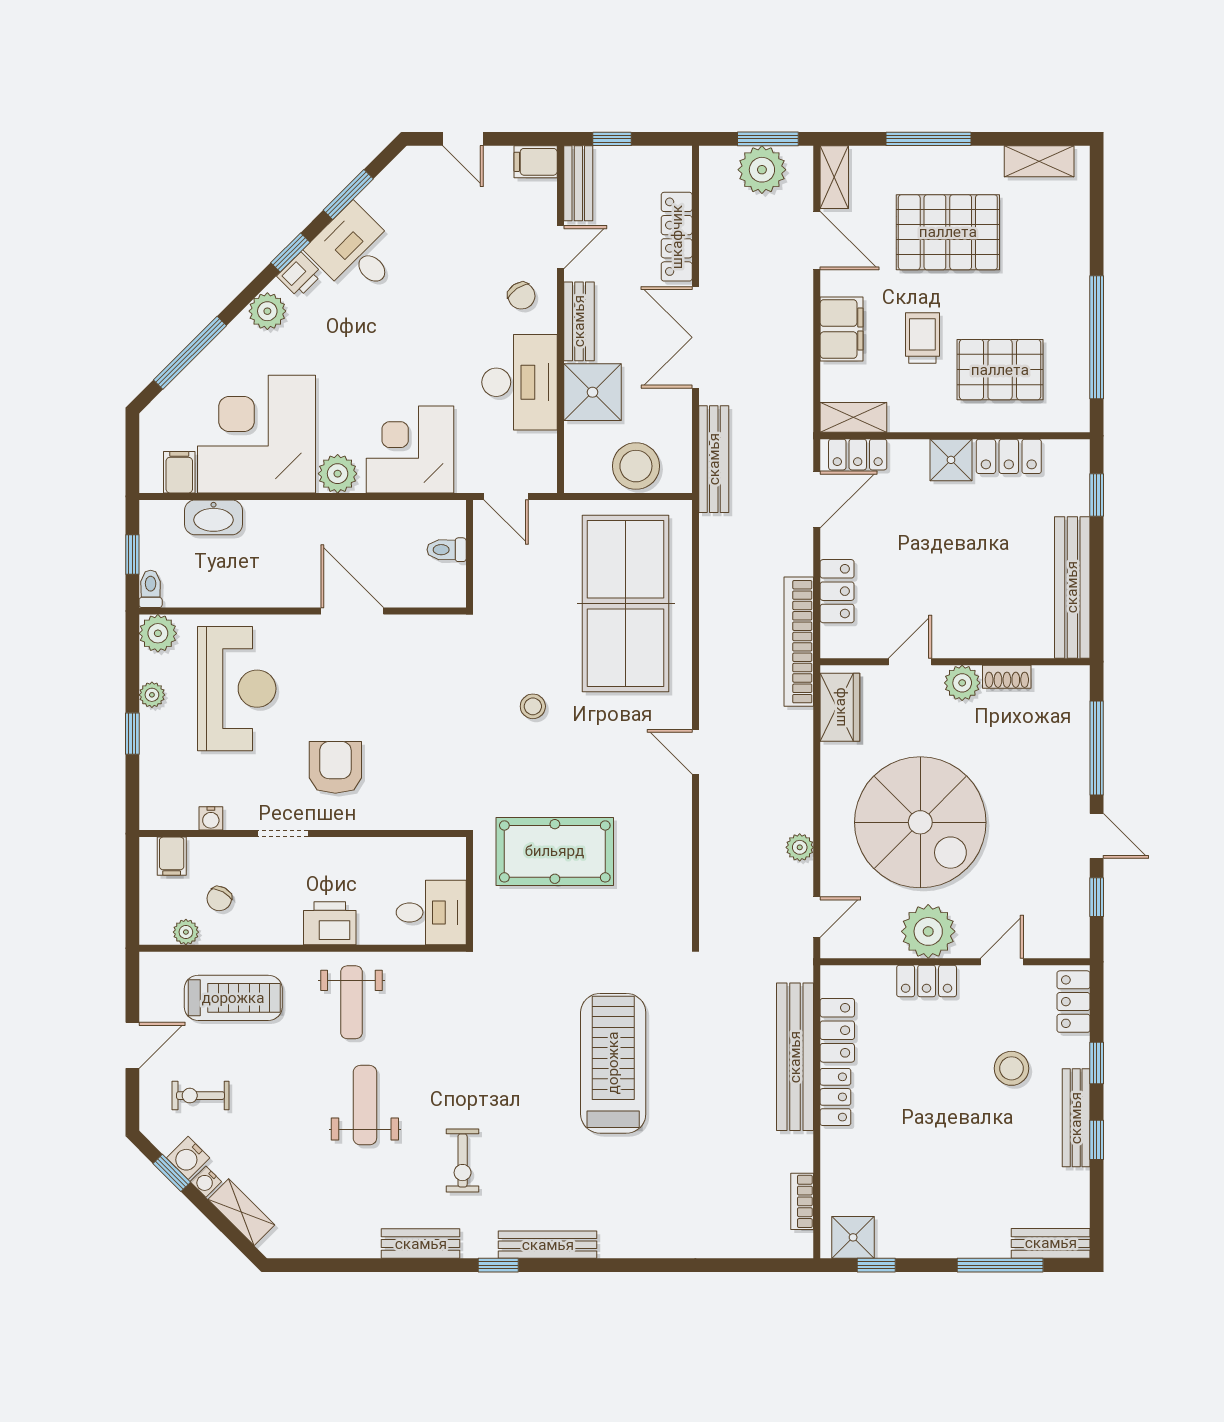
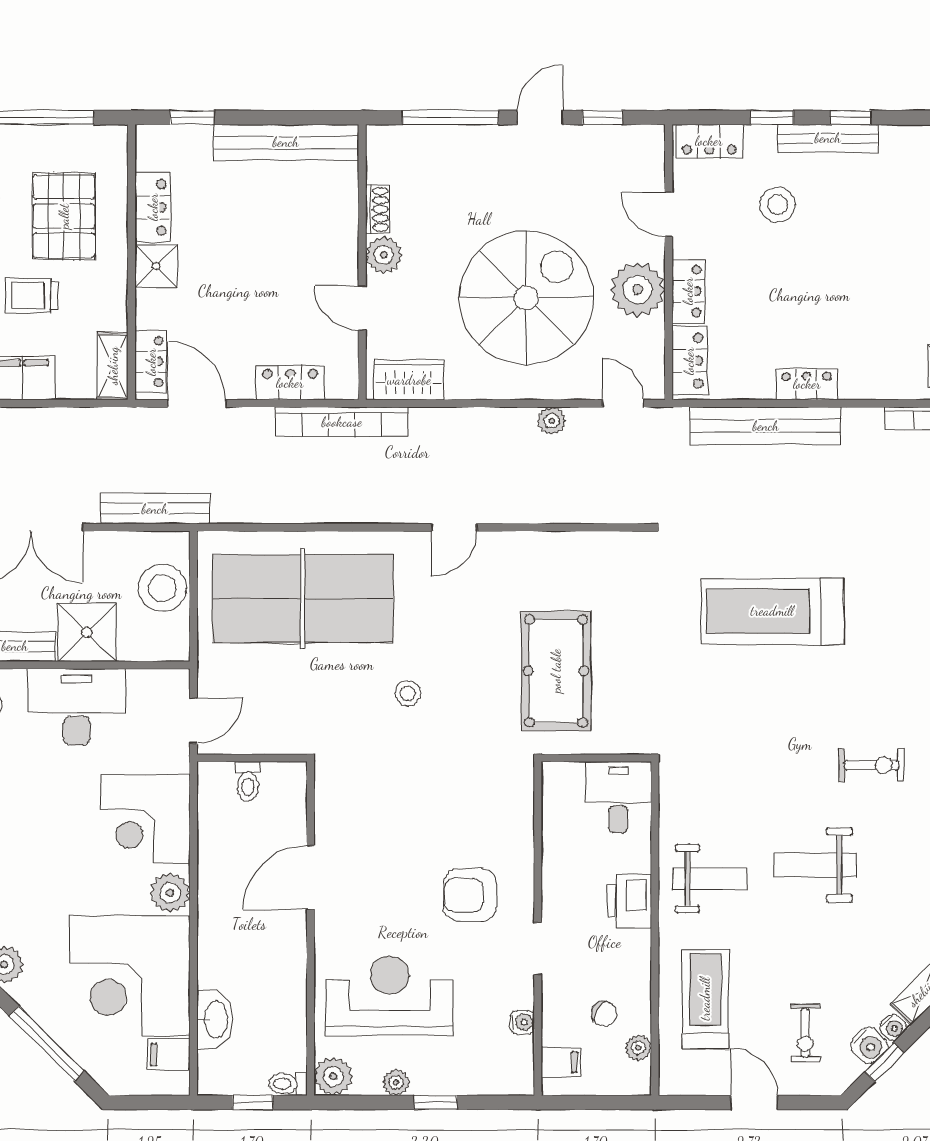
locker: (837, 1030) -> (689, 361), moved, turned 90

